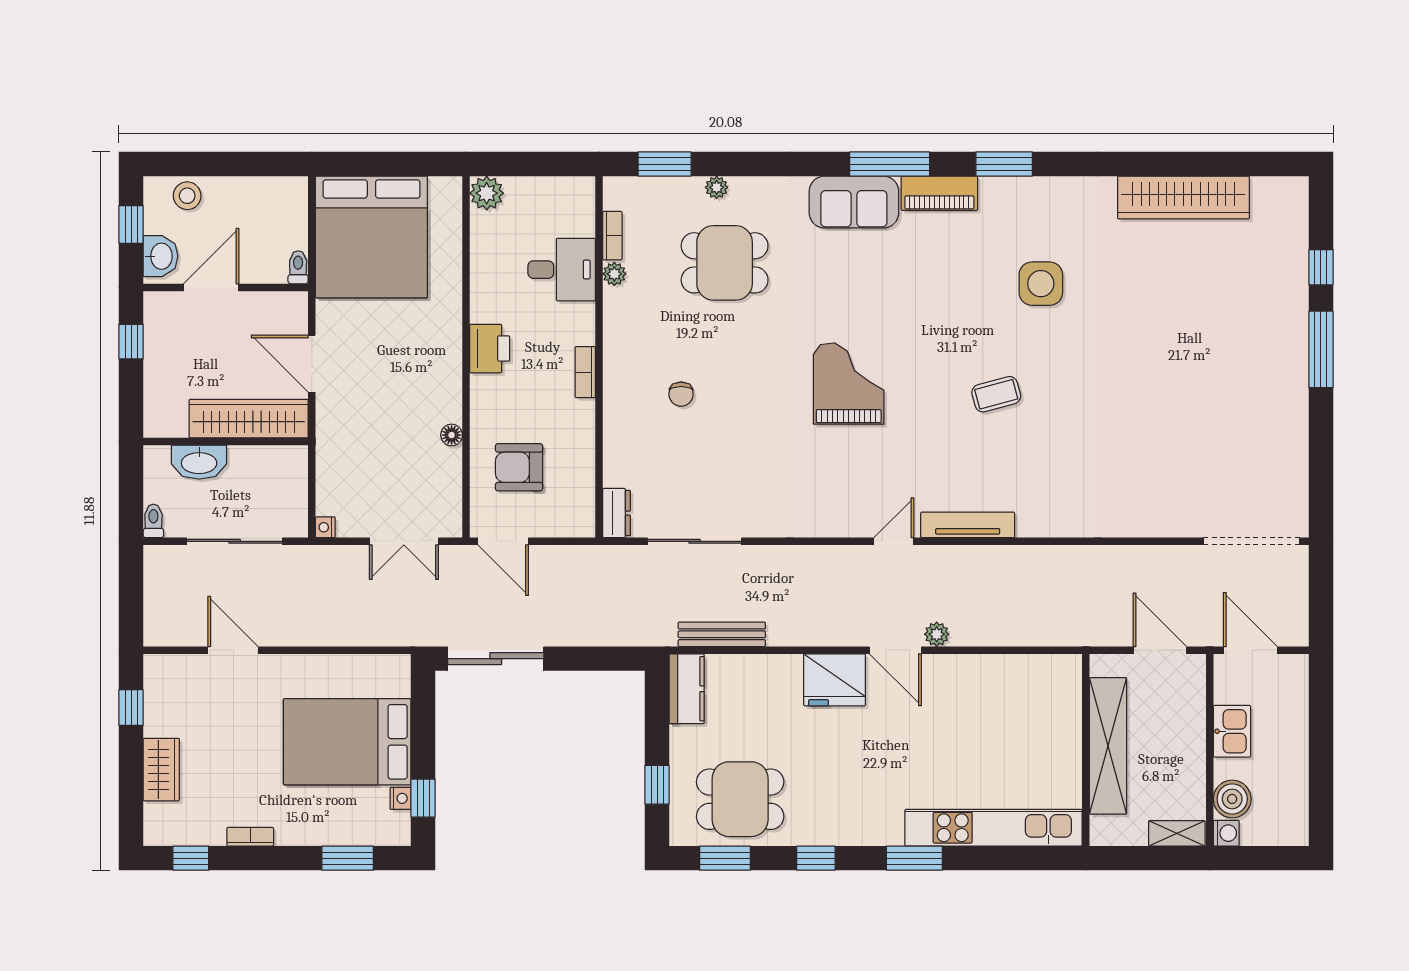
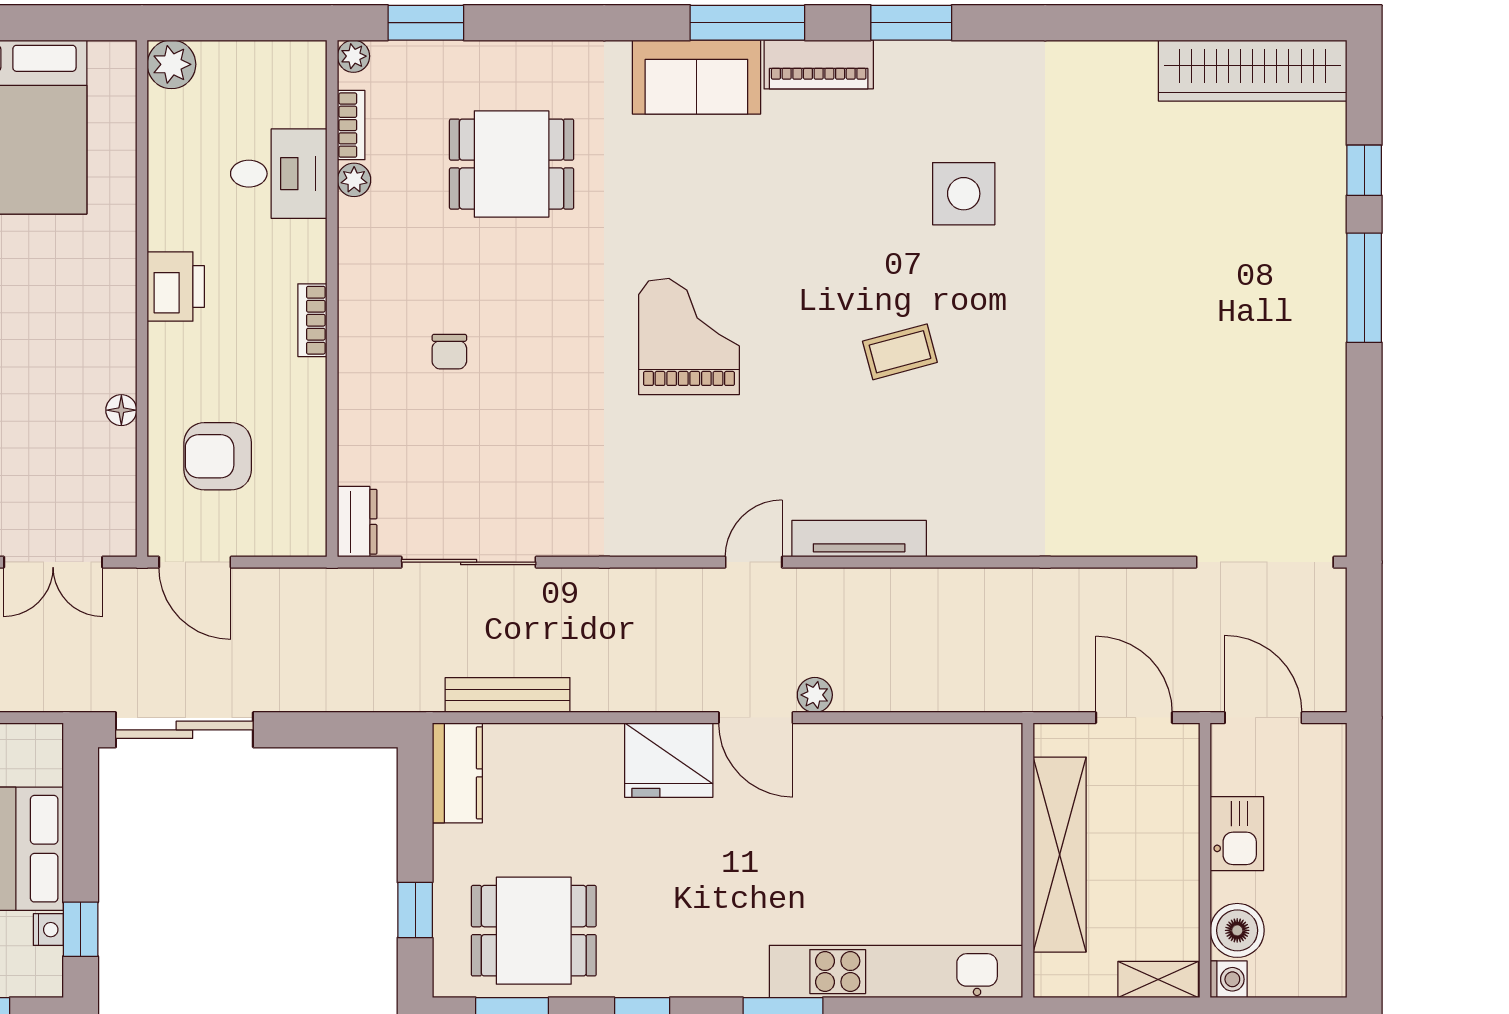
plant: (717, 187) -> (353, 56), moved
wardrobe: (1183, 197) -> (1253, 71), moved

